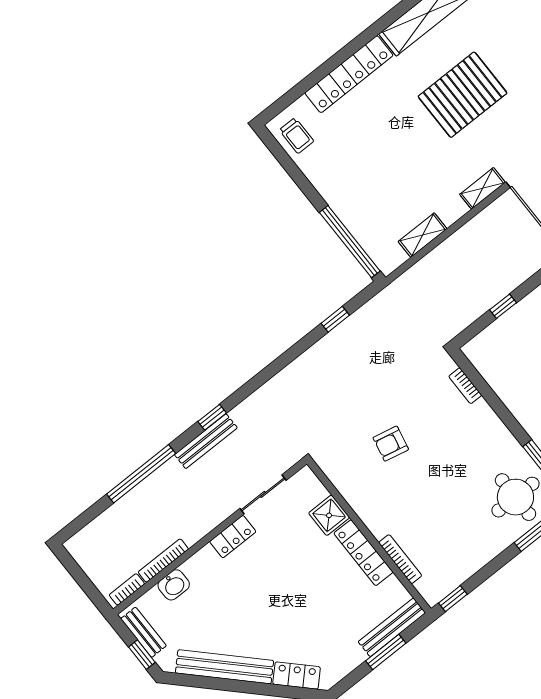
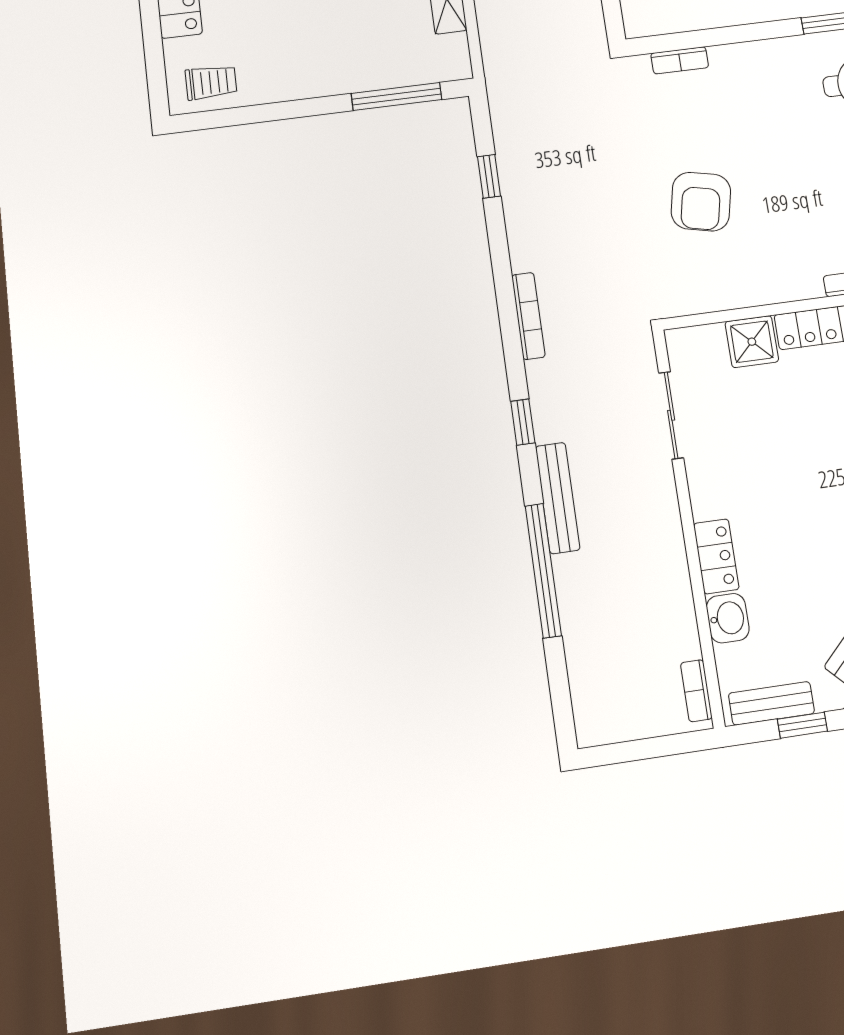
window: (350, 242) -> (397, 96), width x0.68
bench: (206, 441) -> (558, 498), moved
armchair: (391, 444) -> (701, 202), width x1.38, depth x1.38
locker: (233, 537) -> (716, 556), moved
bookcase: (163, 561) -> (528, 316), moved, turned 180

